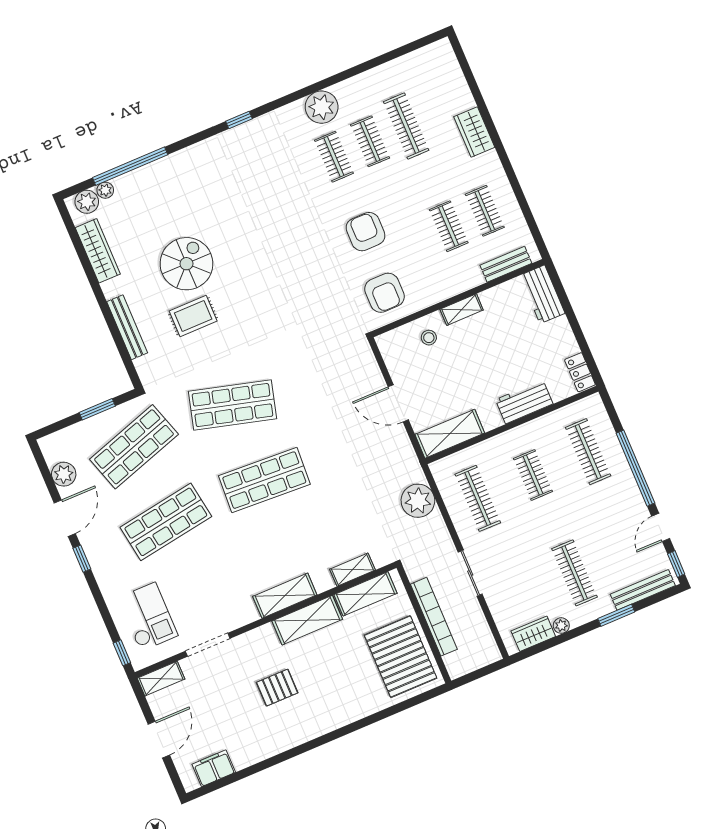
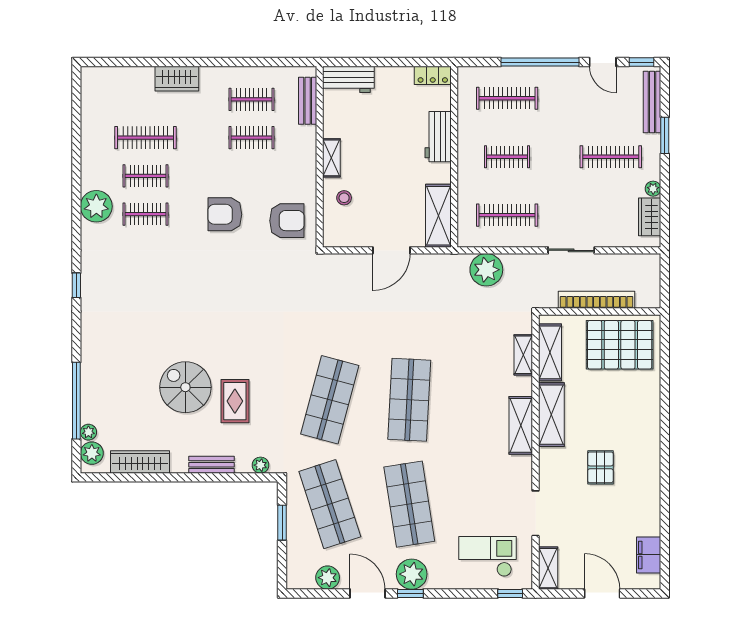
bench: (127, 327) -> (212, 465), width x0.73
plant: (143, 366) -> (260, 465), added
plant: (101, 552) -> (412, 574), added

